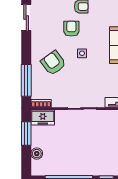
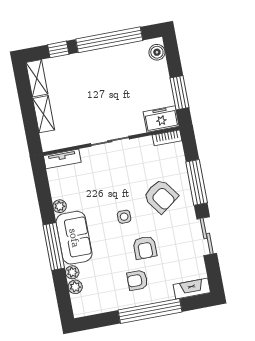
sliding door: (26, 17) -> (207, 236), moved
window: (26, 80) -> (197, 182), moved
boiler: (37, 154) -> (157, 52), moved

